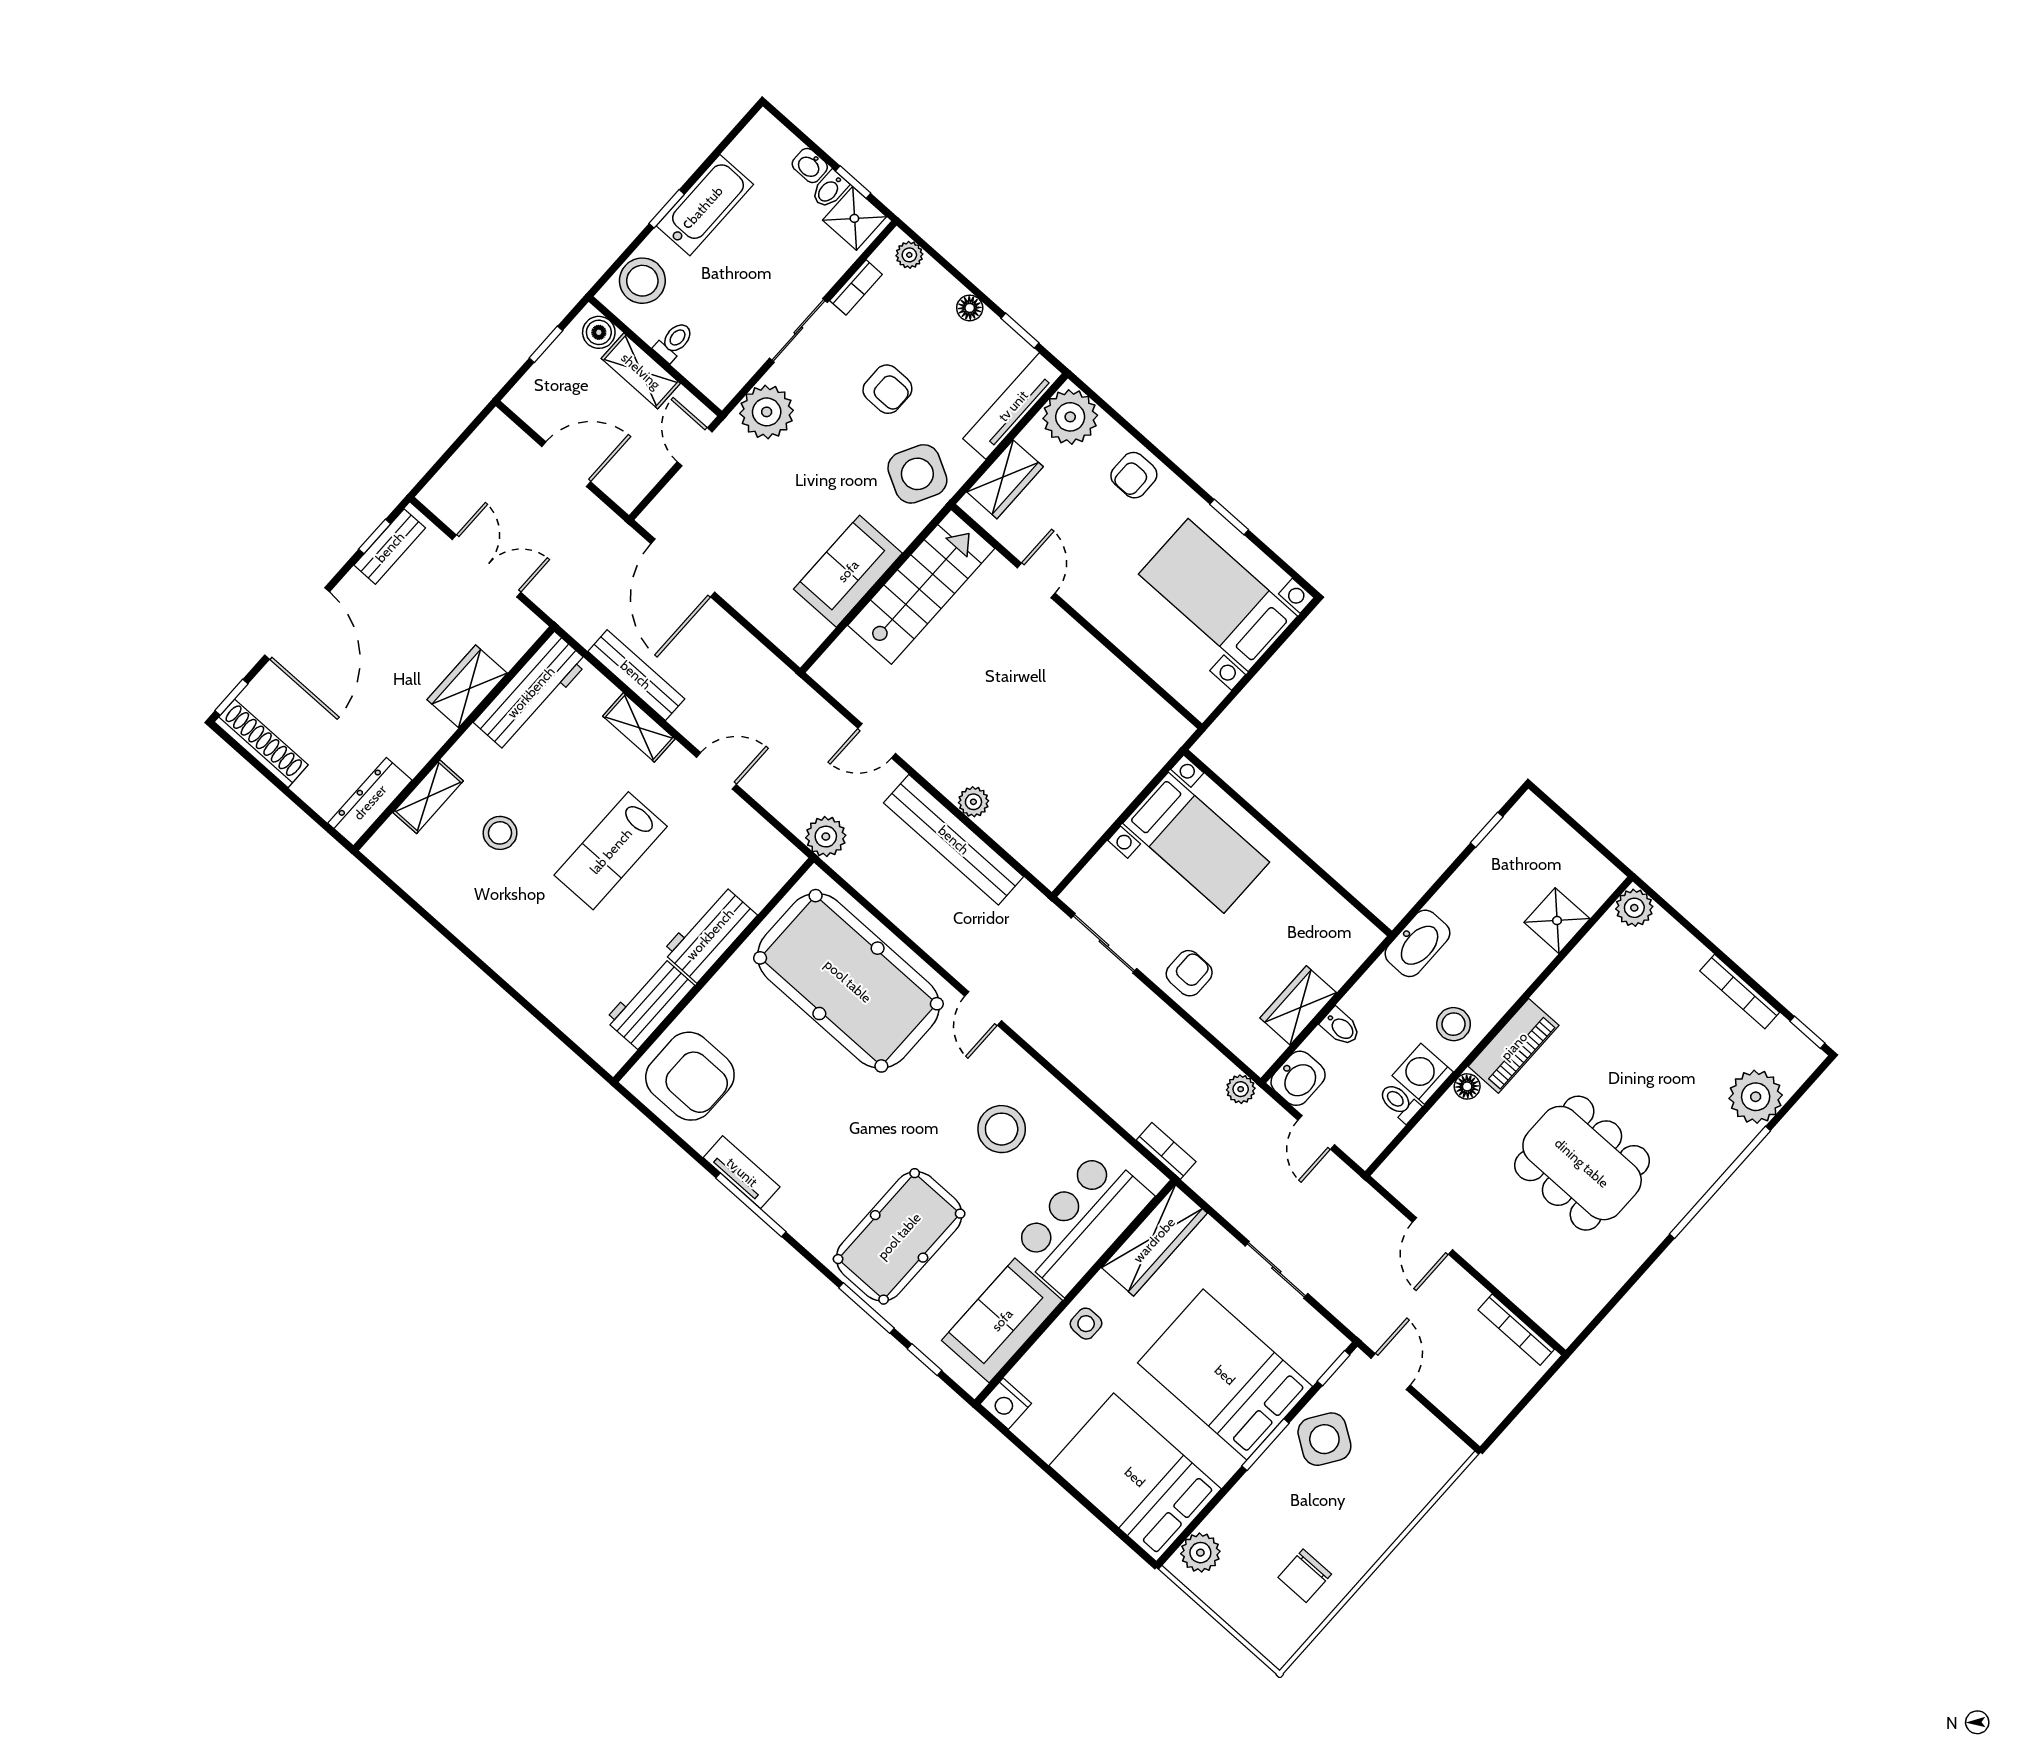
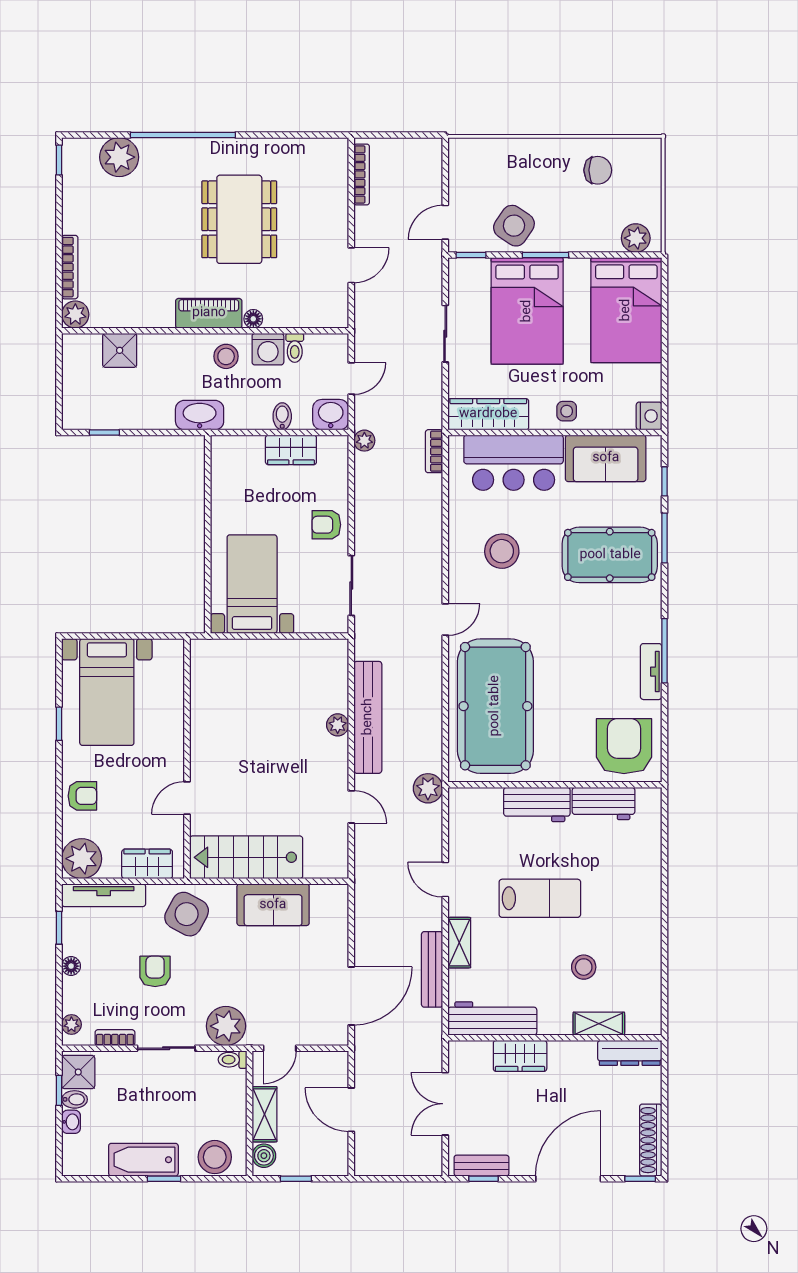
toilet: (674, 342) -> (233, 1060), moved
bookcase: (1740, 992) -> (70, 267), moved

